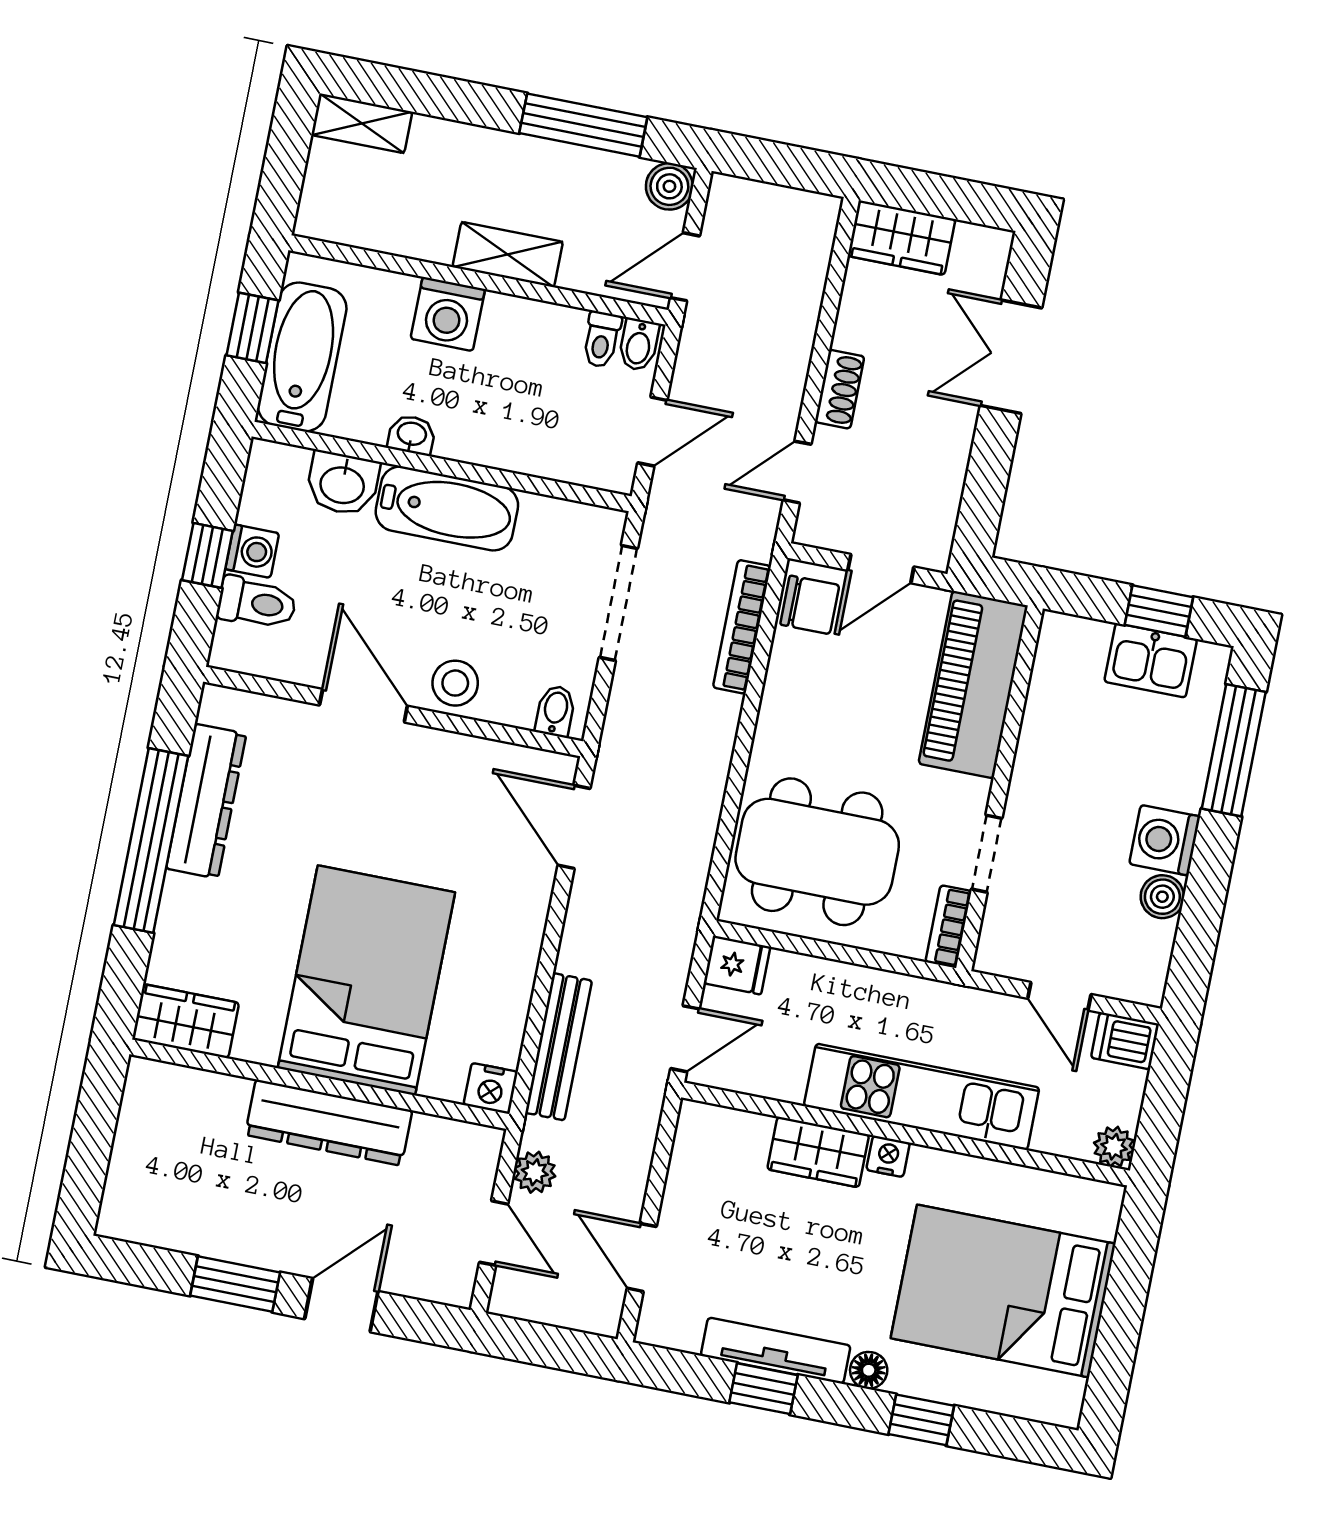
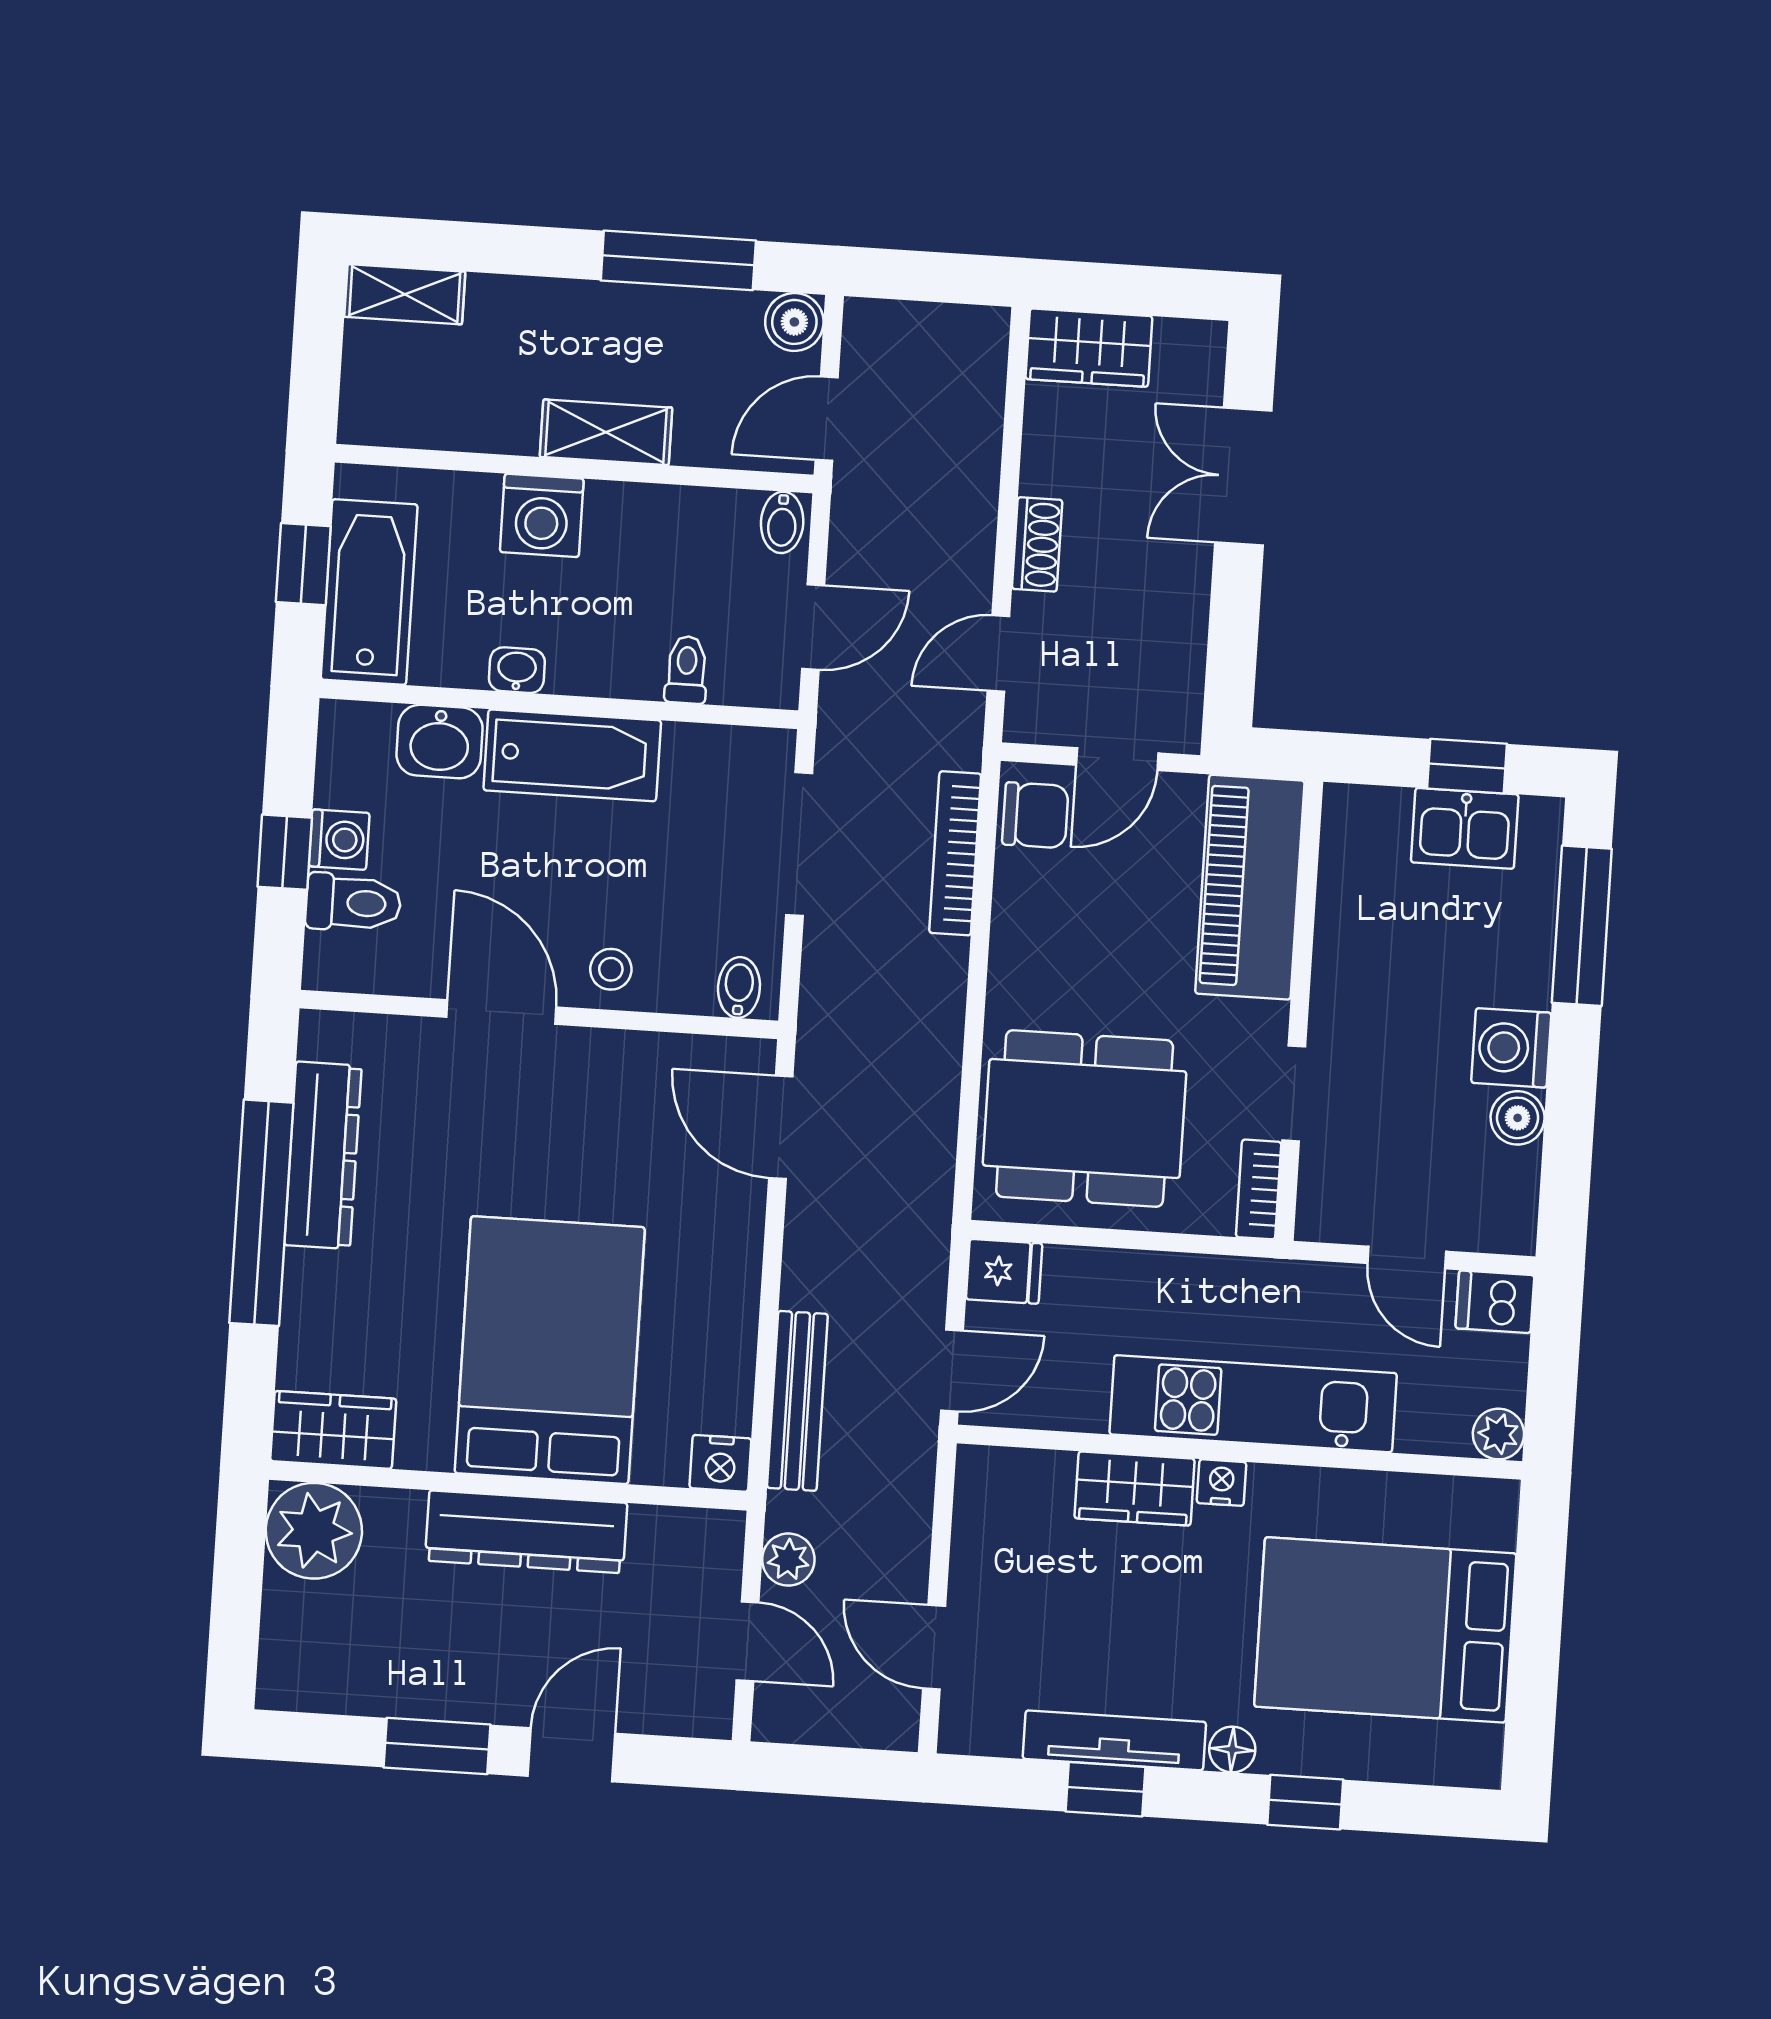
toilet: (602, 339) -> (686, 670), moved, turned 180
stool: (455, 683) -> (611, 969), width x0.73, depth x0.73
plant: (159, 1100) -> (314, 1531), added

